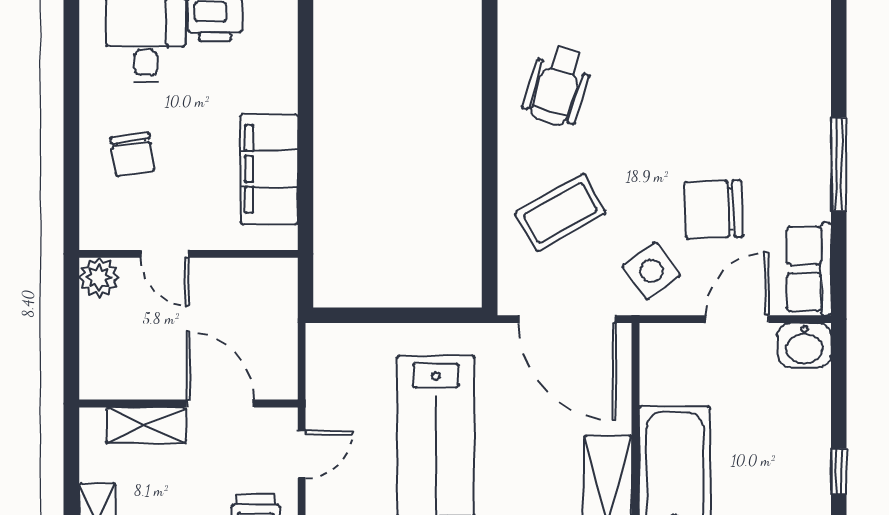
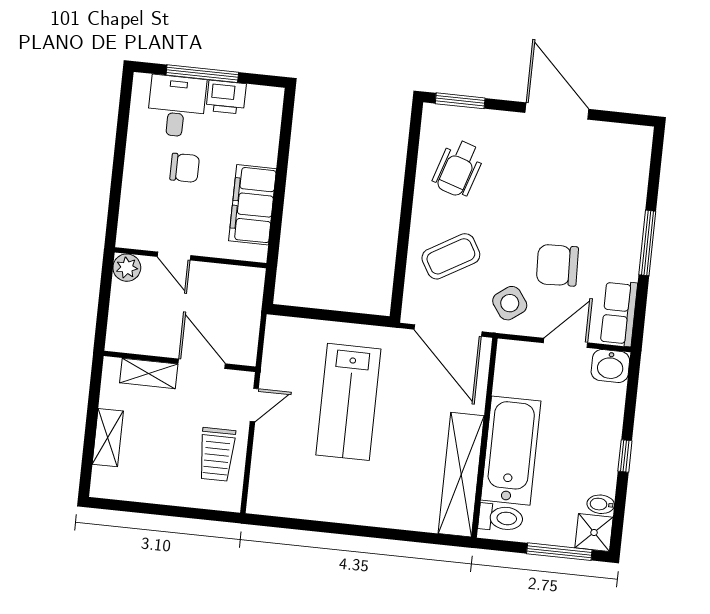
chair: (132, 154) -> (185, 168), moved, turned -82

